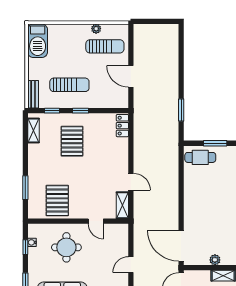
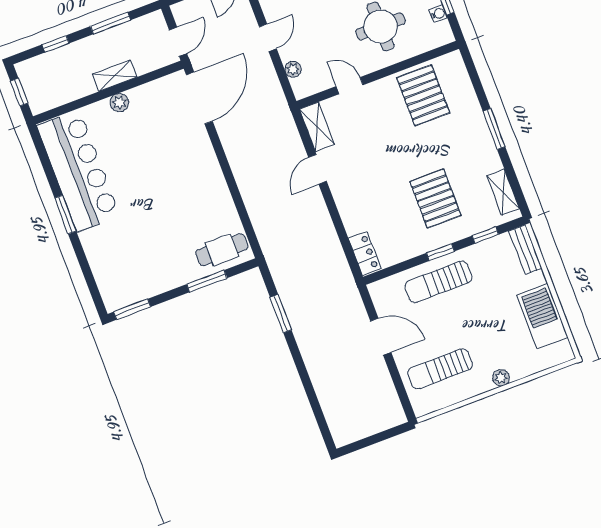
plant: (96, 29) -> (501, 378), moved
barbecue: (38, 41) -> (542, 316), moved
sun lounger: (69, 85) -> (438, 282), moved
door: (131, 182) -> (318, 169), hinge flipped
window: (25, 188) -> (494, 129), moved
plant: (124, 242) -> (293, 69), added
door: (181, 246) -> (199, 98), hinge flipped
plant: (215, 260) -> (119, 103), moved

